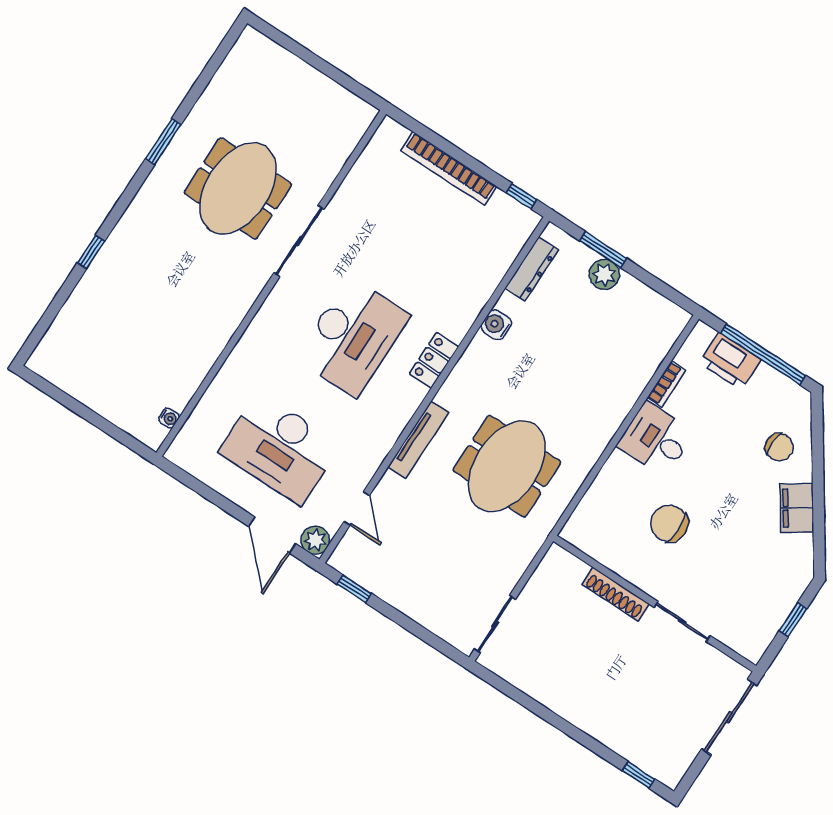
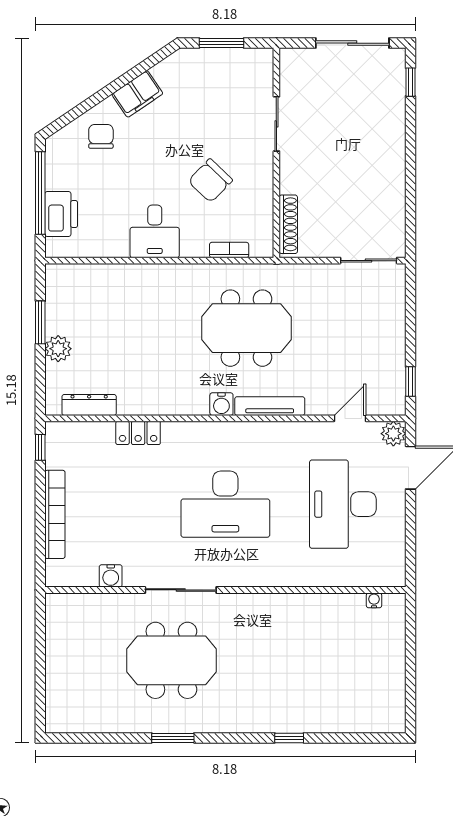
water cooler: (356, 183) -> (111, 576), added
window: (603, 249) -> (40, 322), moved
water cooler: (496, 325) -> (221, 404), moved
desk: (353, 337) -> (225, 504), turned 180
locker: (434, 360) -> (138, 433), moved
bookcase: (666, 384) -> (229, 250), moved
desk: (280, 448) -> (343, 504), turned 180
chair: (669, 523) -> (210, 181), turned 44
shoe rack: (616, 594) -> (288, 224), moved
window: (793, 620) -> (222, 43), width x1.50
sliding door: (729, 717) -> (352, 43), moved

